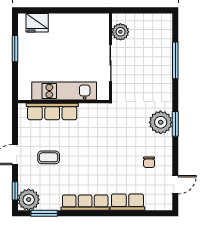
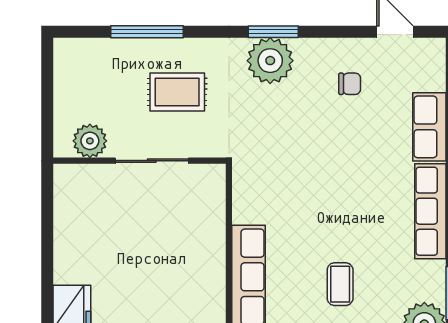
rug: (145, 76) -> (177, 92), added
kitchen unit: (64, 91) -> (208, 253), removed

